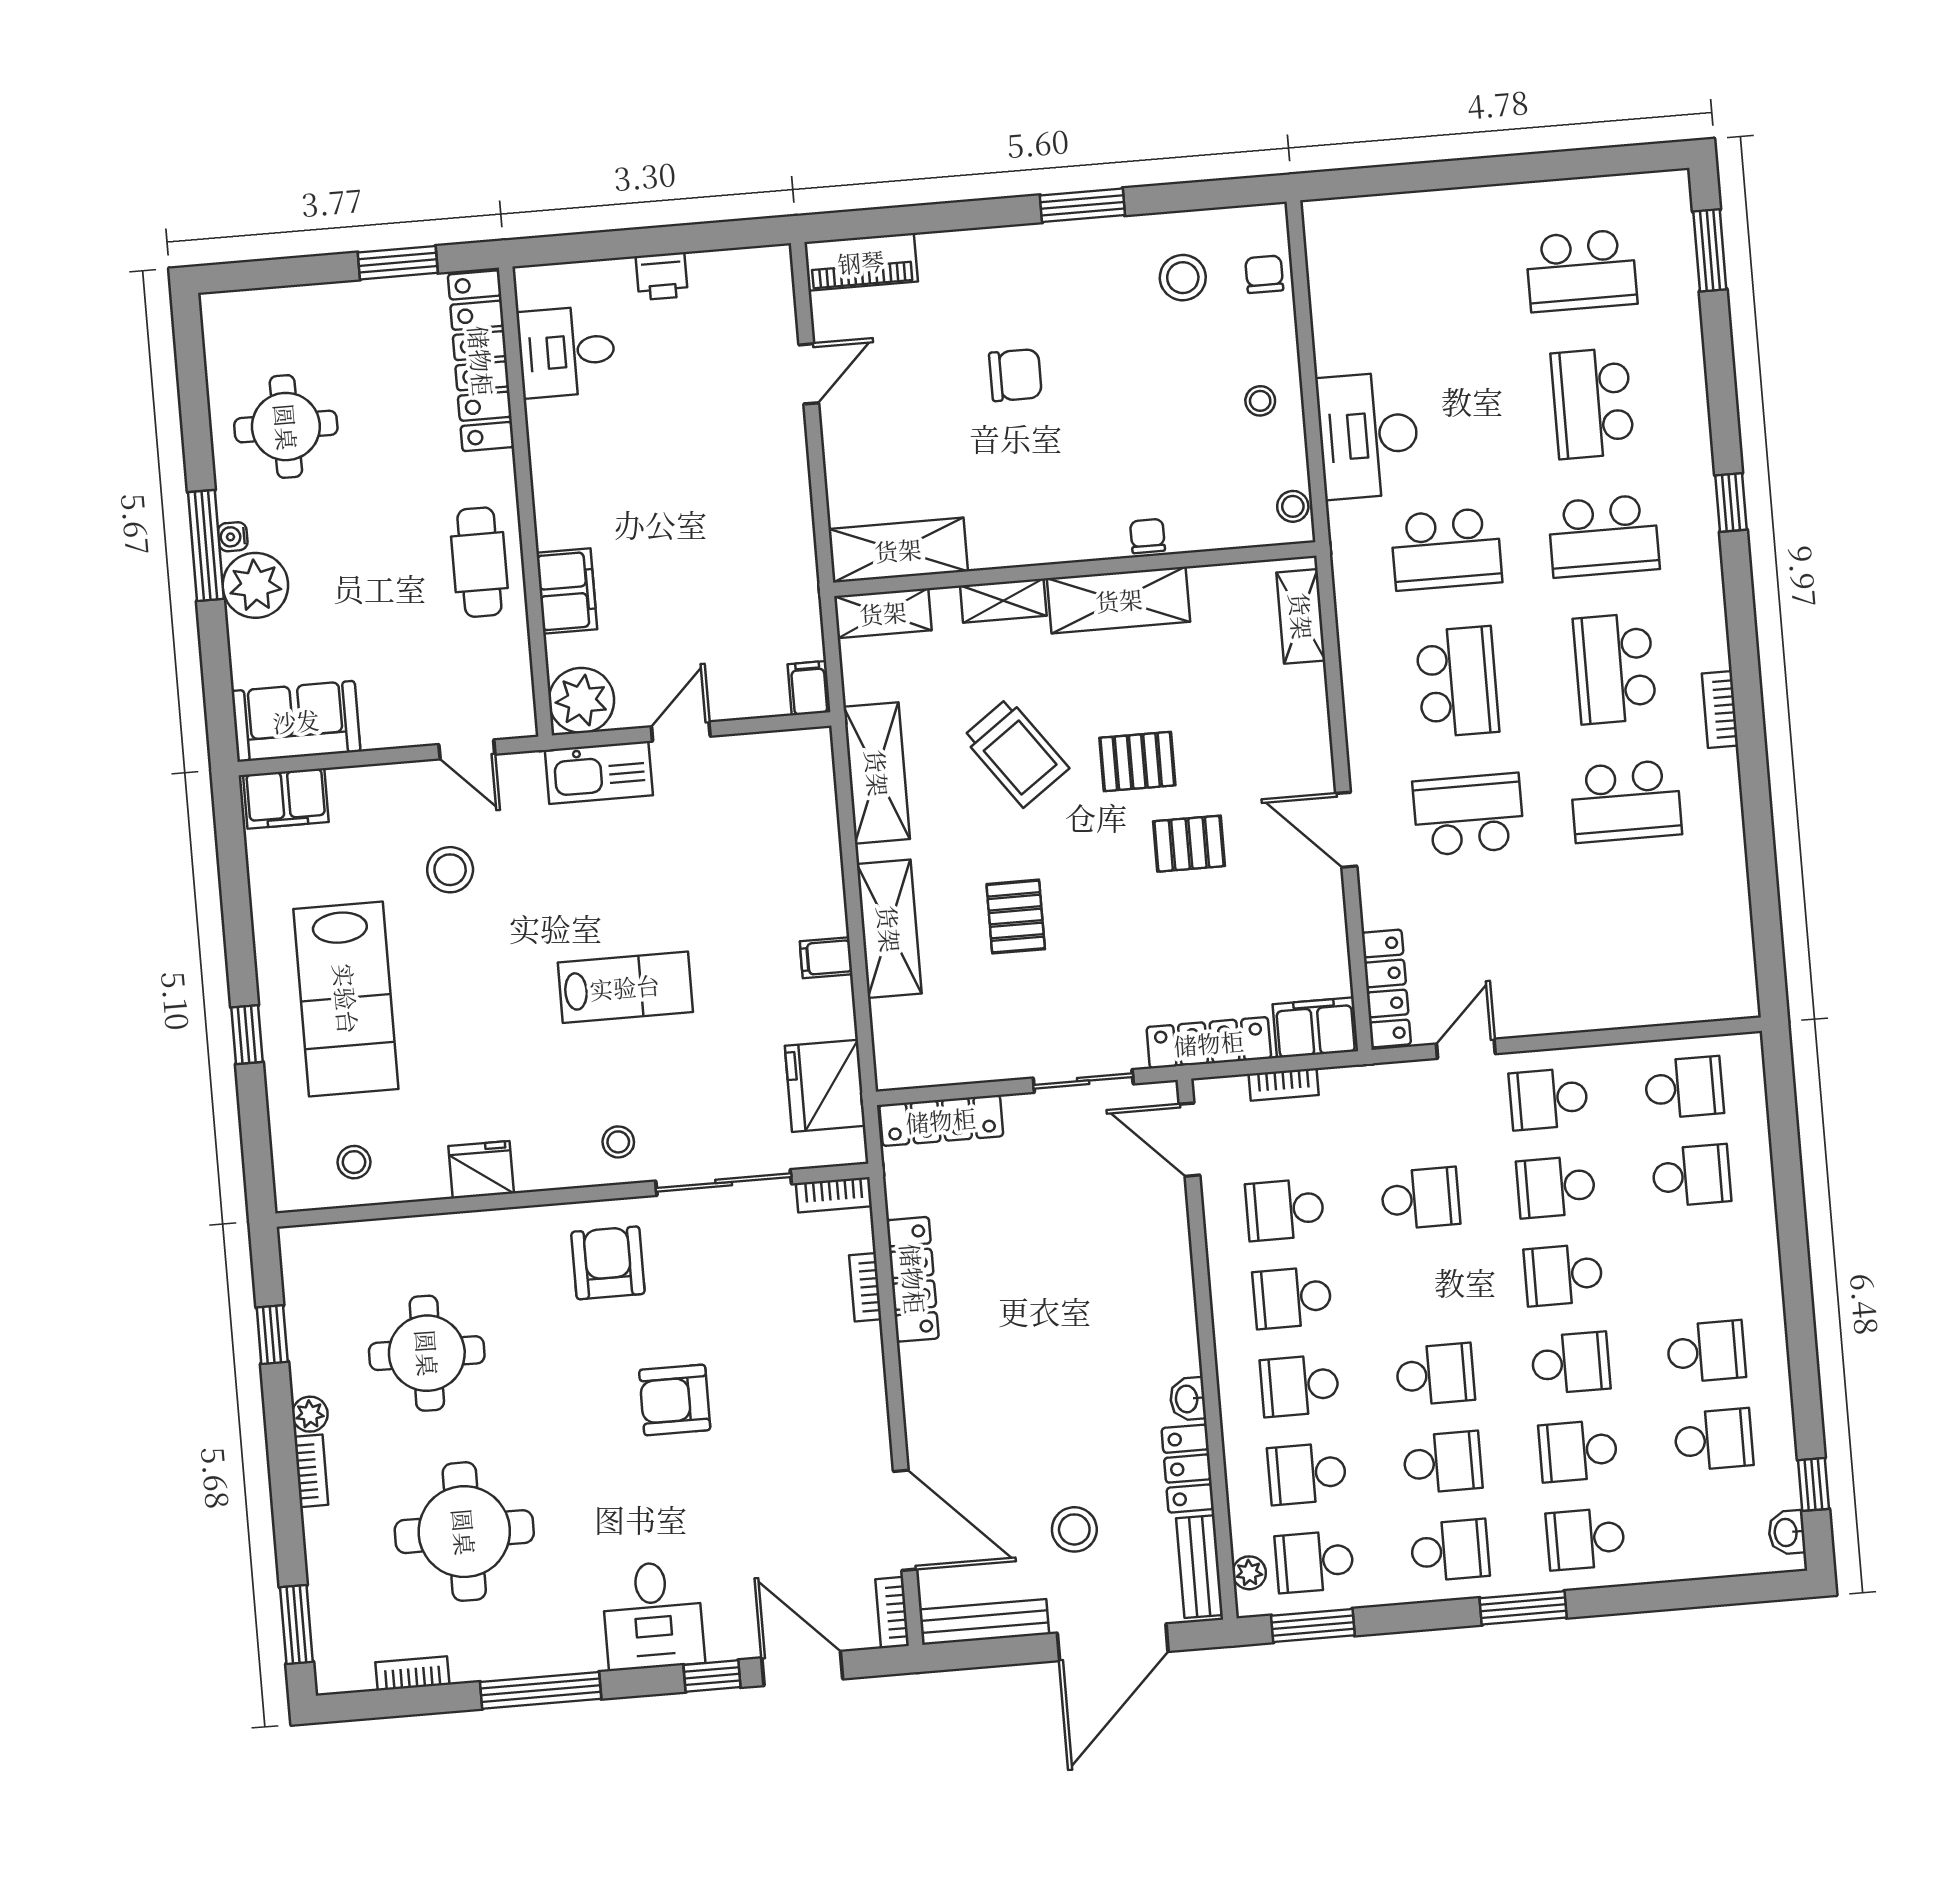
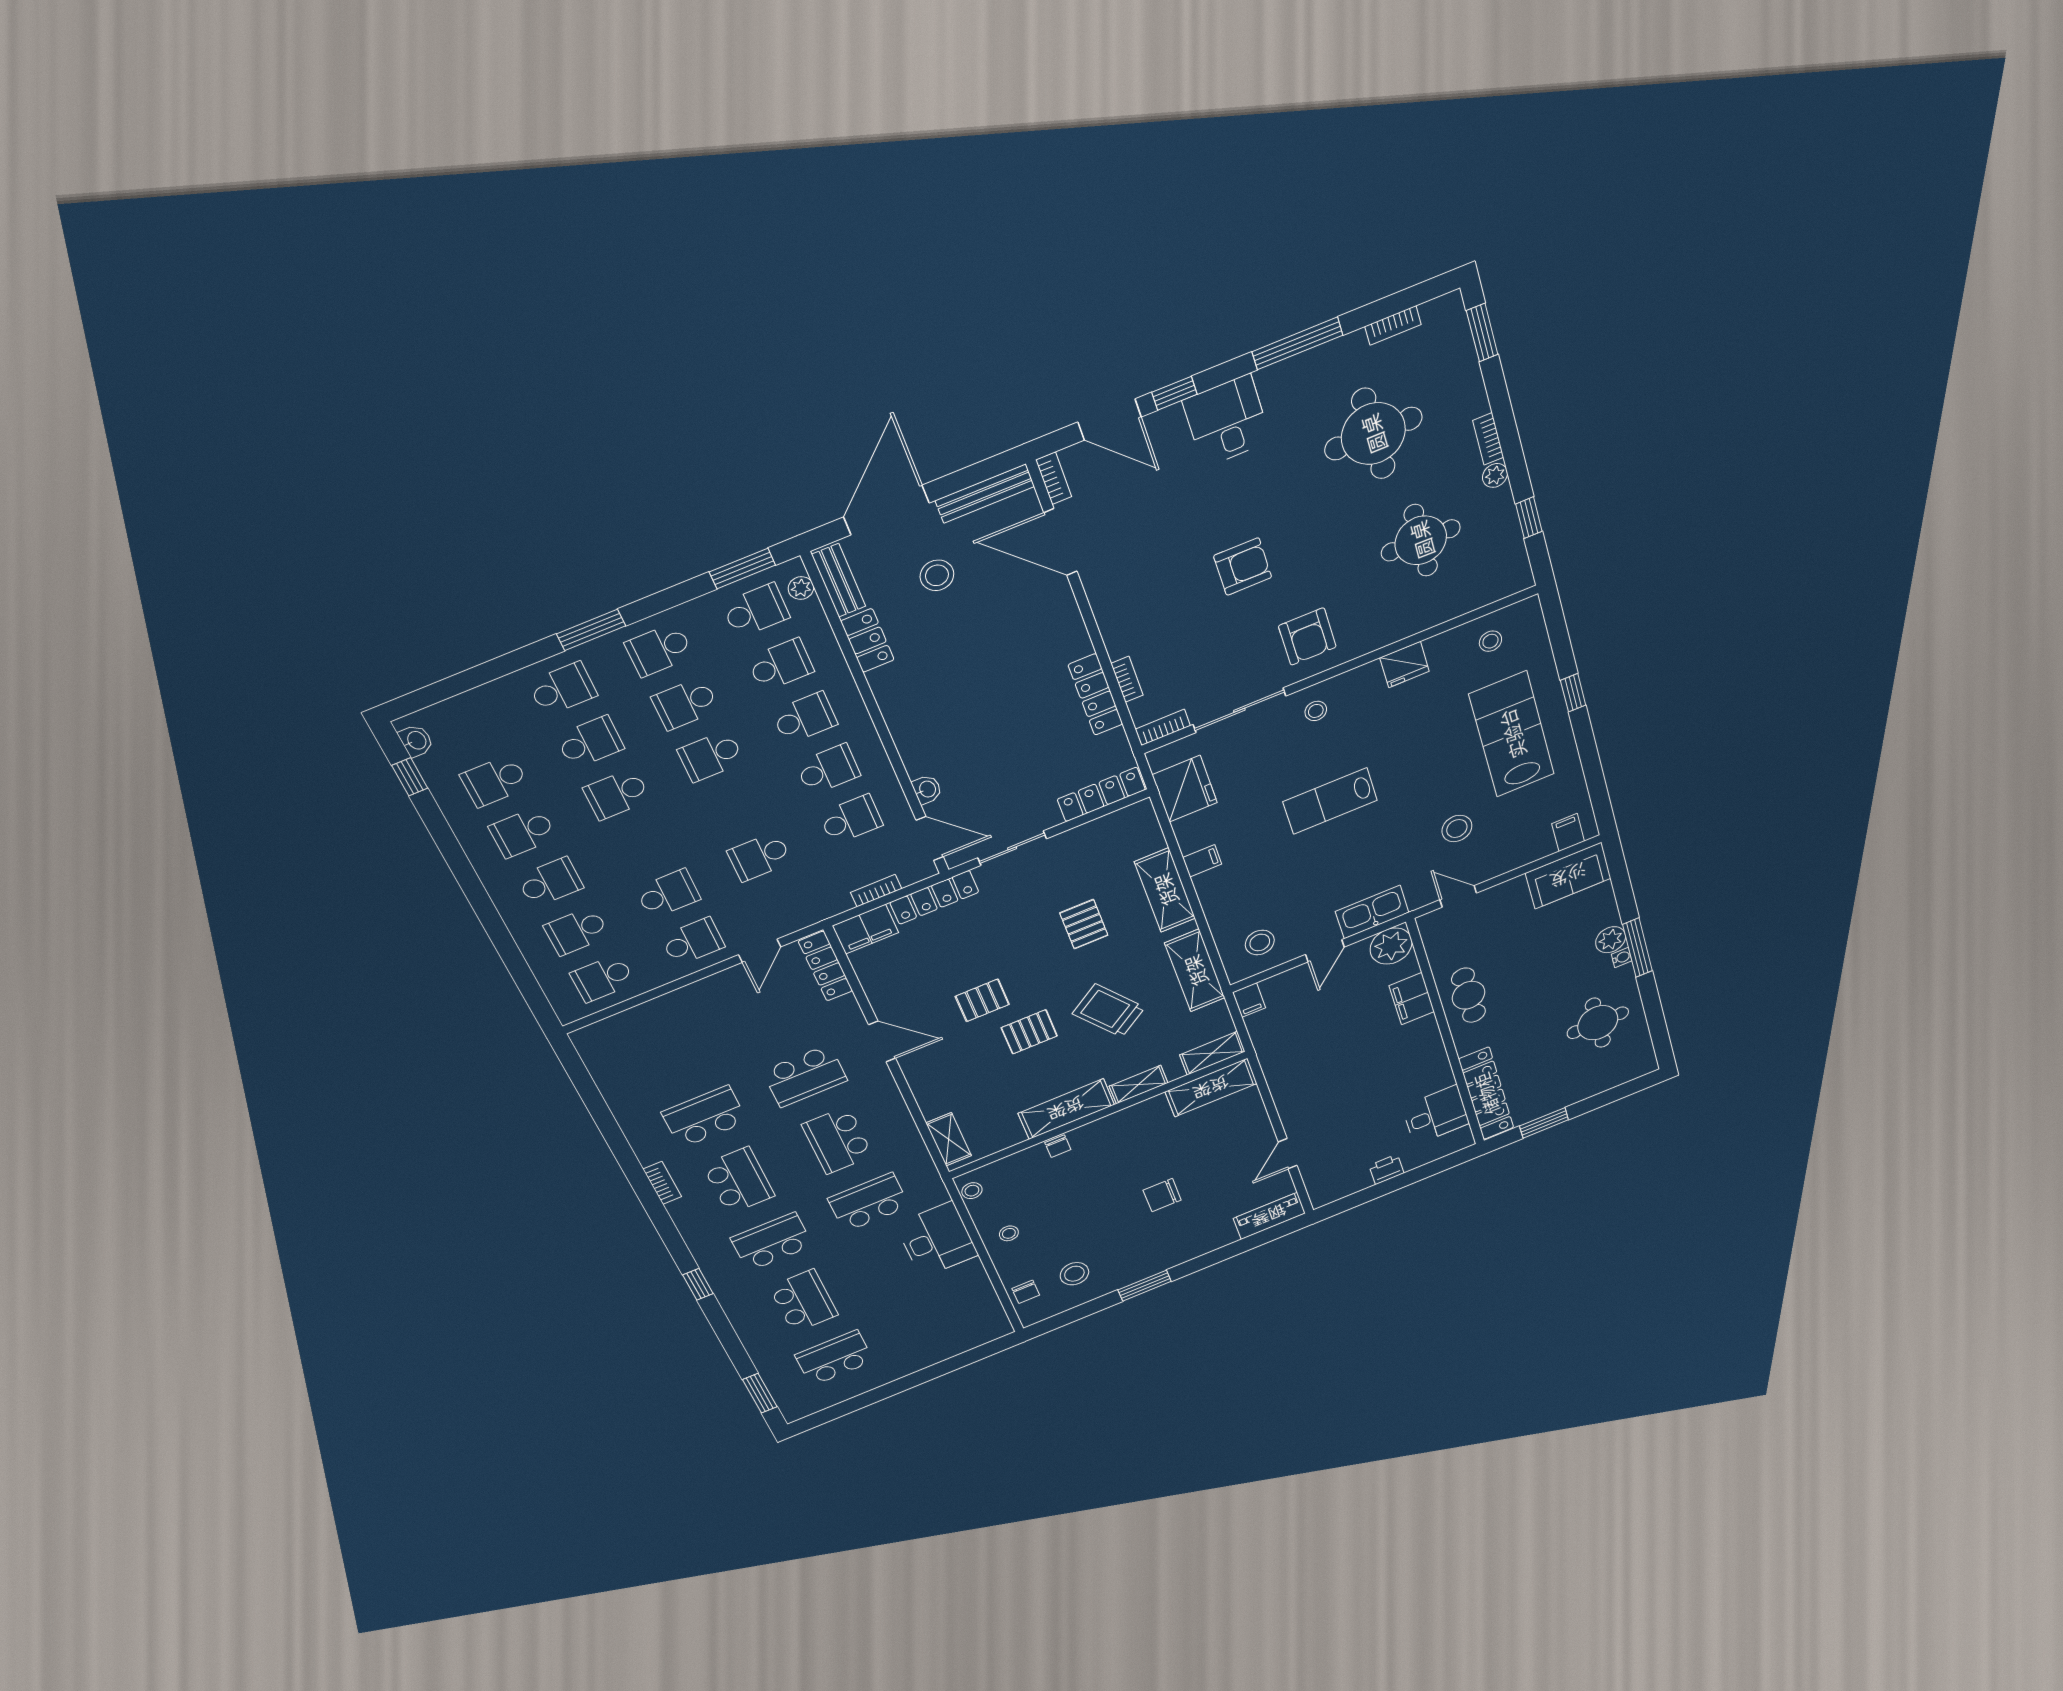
plant: (255, 585) -> (1611, 940), width x0.73, depth x0.73
stool: (773, 785) -> (1260, 942), added
filing cabinet: (286, 799) -> (1568, 832), width x0.50
school desk: (1563, 1275) -> (550, 882), moved
washbasin: (1188, 1399) -> (927, 789), moved

